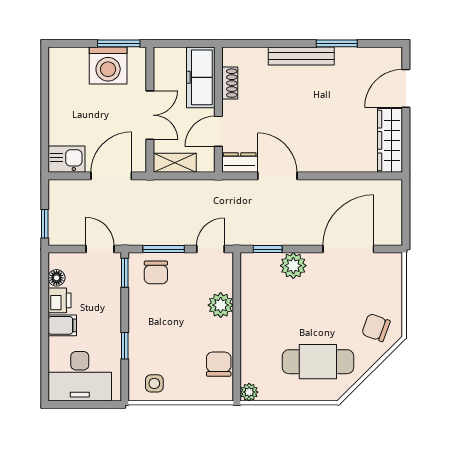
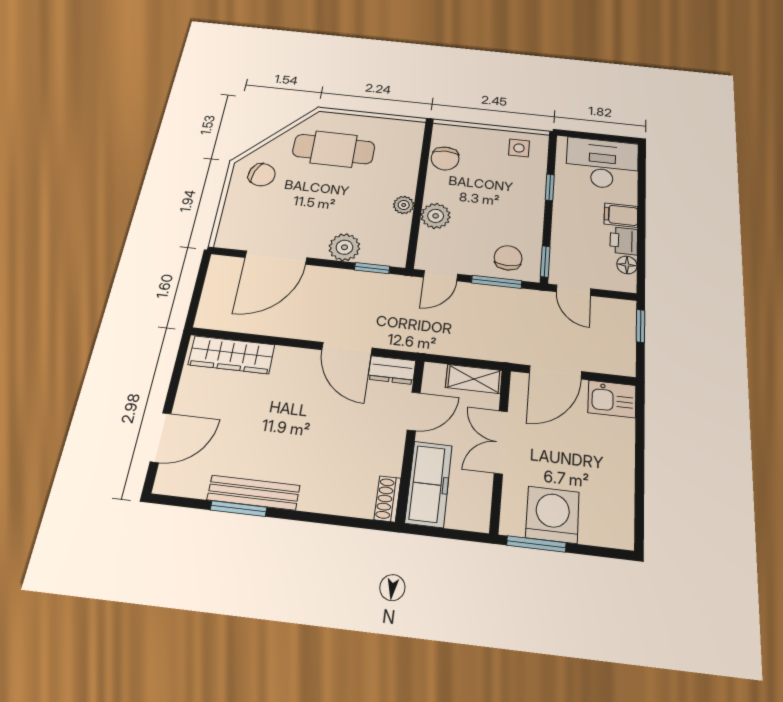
bench: (301, 56) -> (253, 493), moved
shoe rack: (230, 83) -> (387, 499), moved
wardrobe: (390, 140) -> (232, 355), moved, turned 90
plant: (249, 392) -> (404, 205), moved

